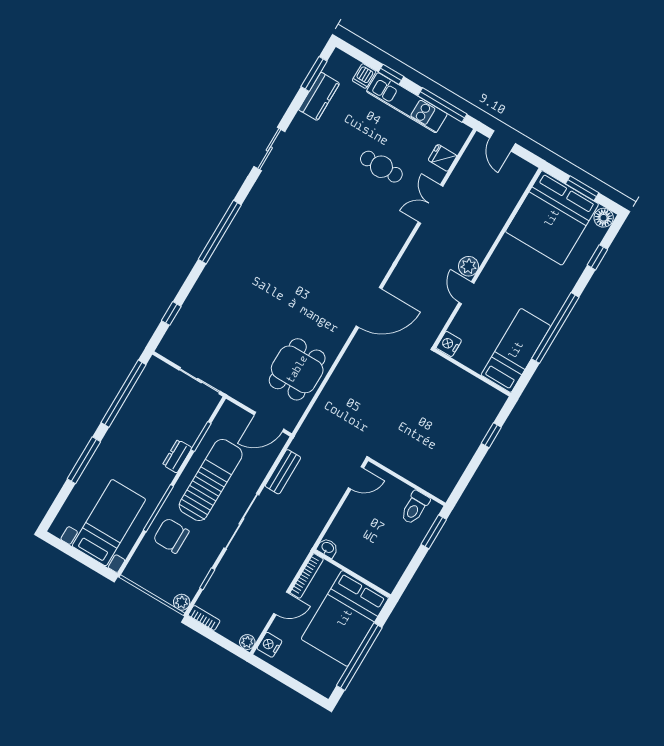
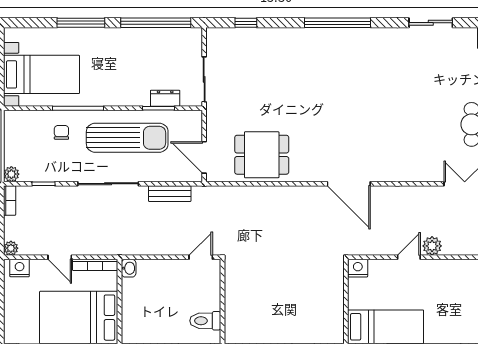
dresser: (177, 456) -> (165, 98), moved
door: (356, 478) -> (201, 257), swing flipped
chair: (171, 536) -> (61, 132), width x0.54, depth x0.54

